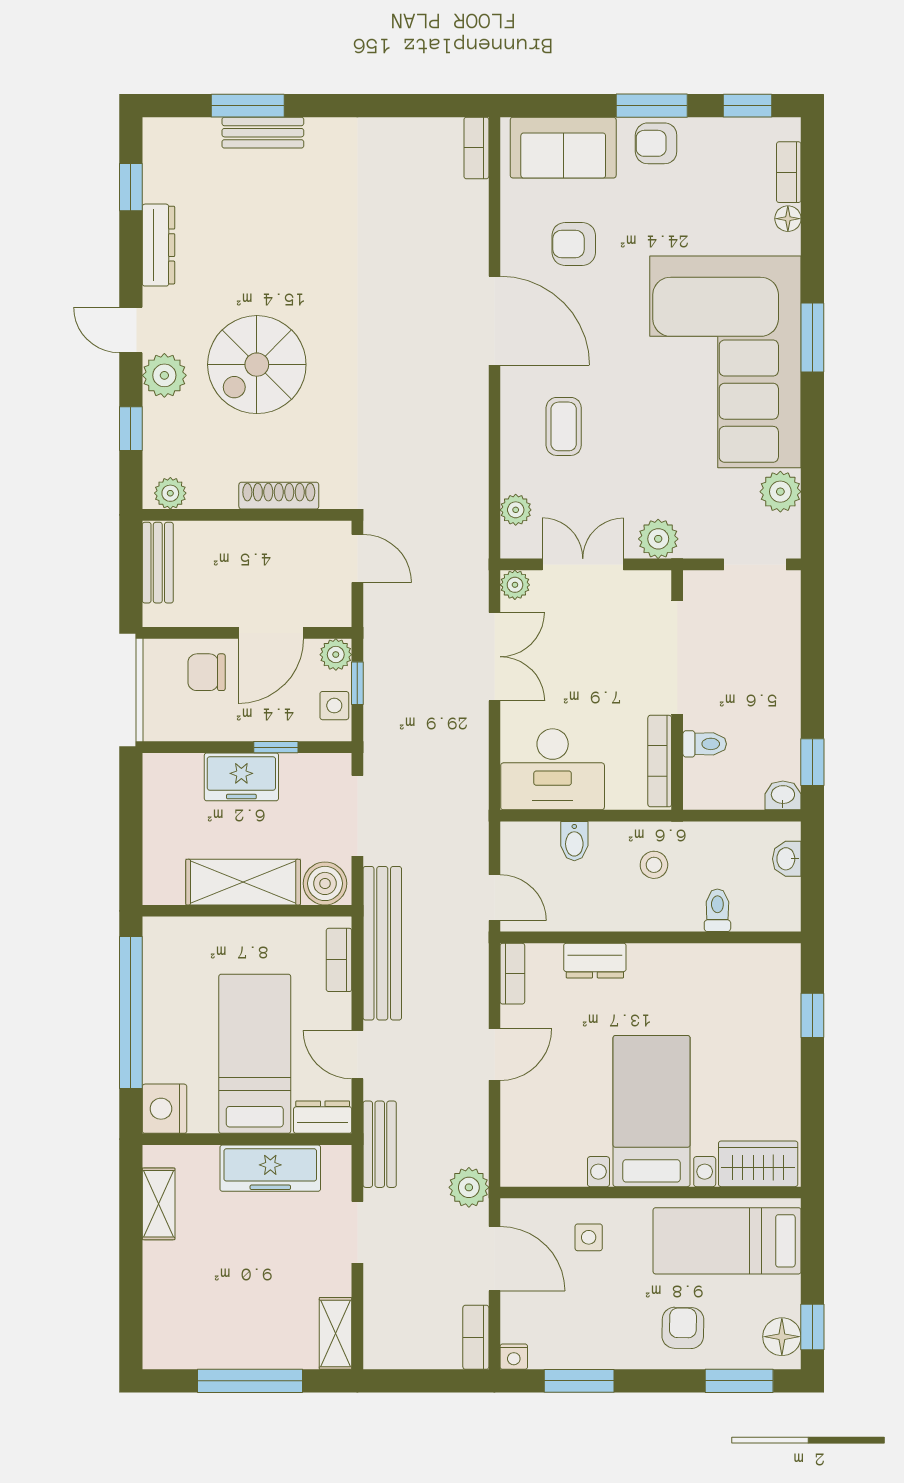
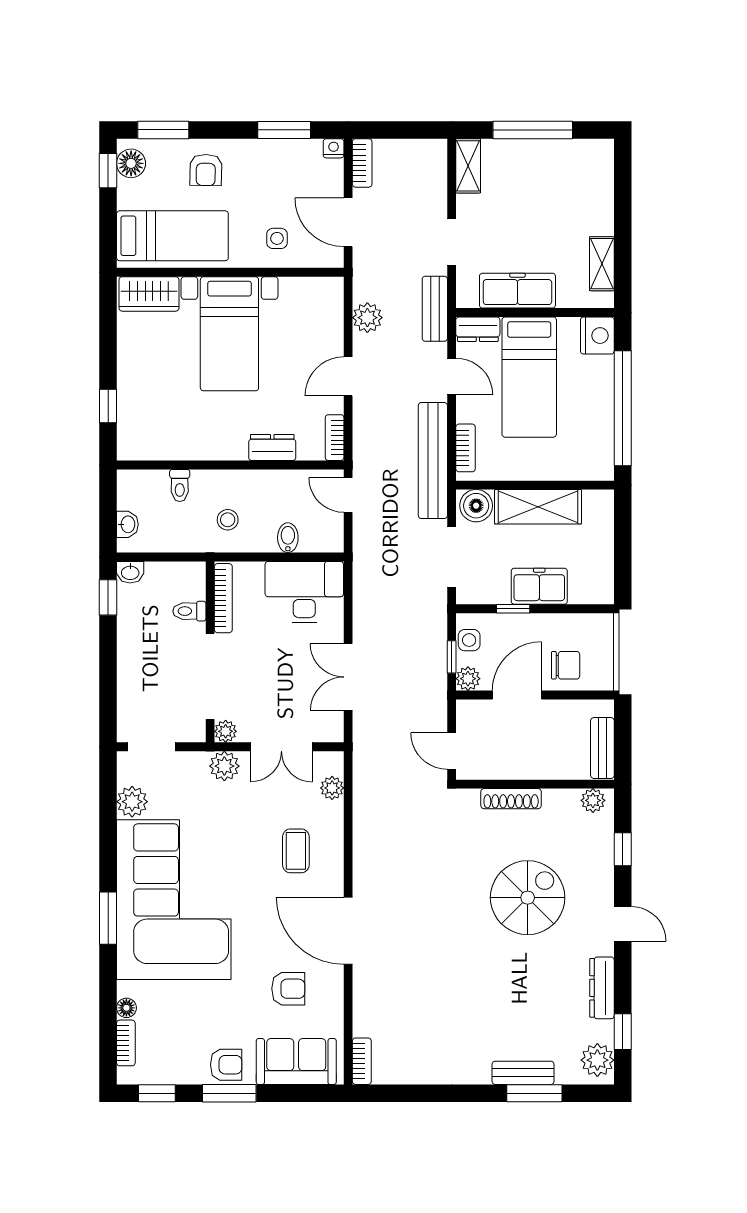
plant: (164, 375) -> (597, 1060), moved
plant: (515, 585) -> (226, 731), moved
plant: (469, 1187) -> (367, 318), moved

